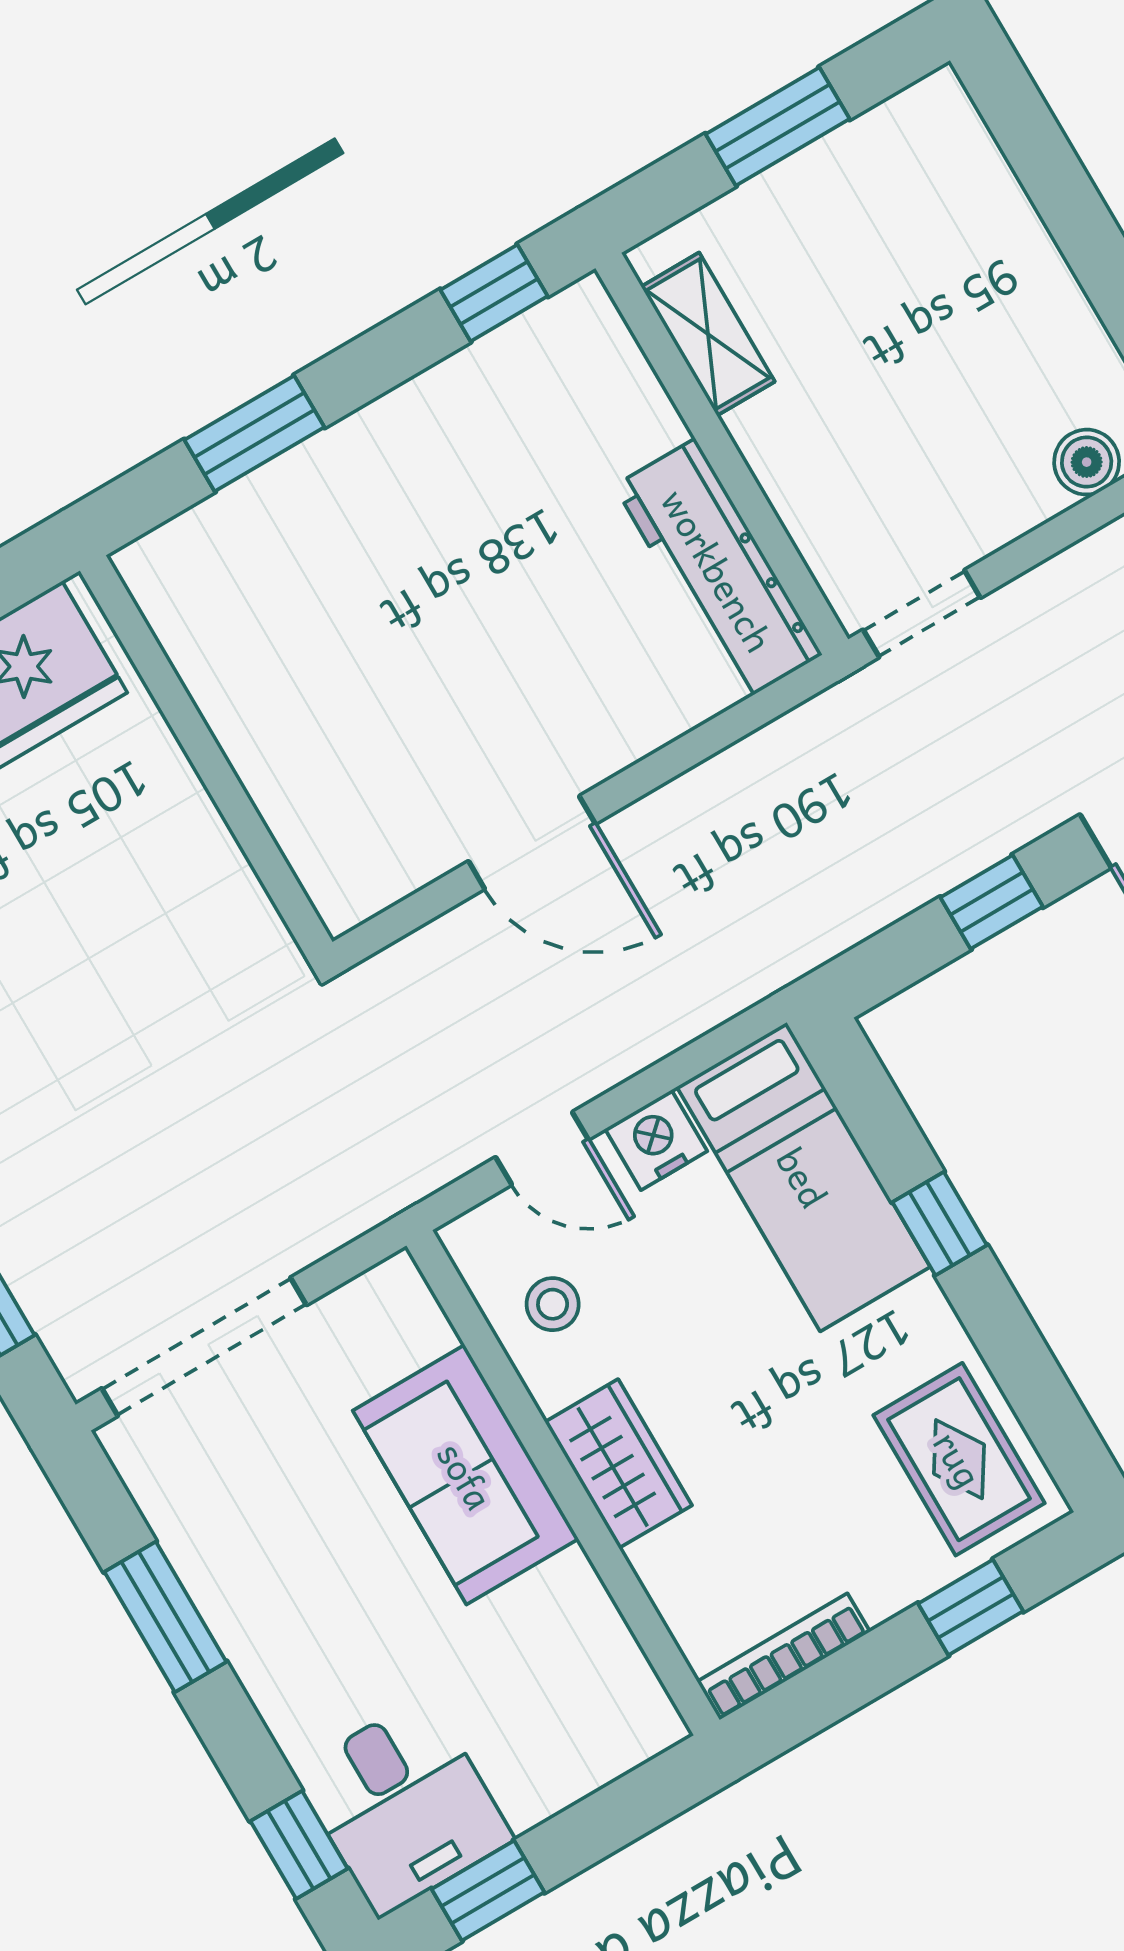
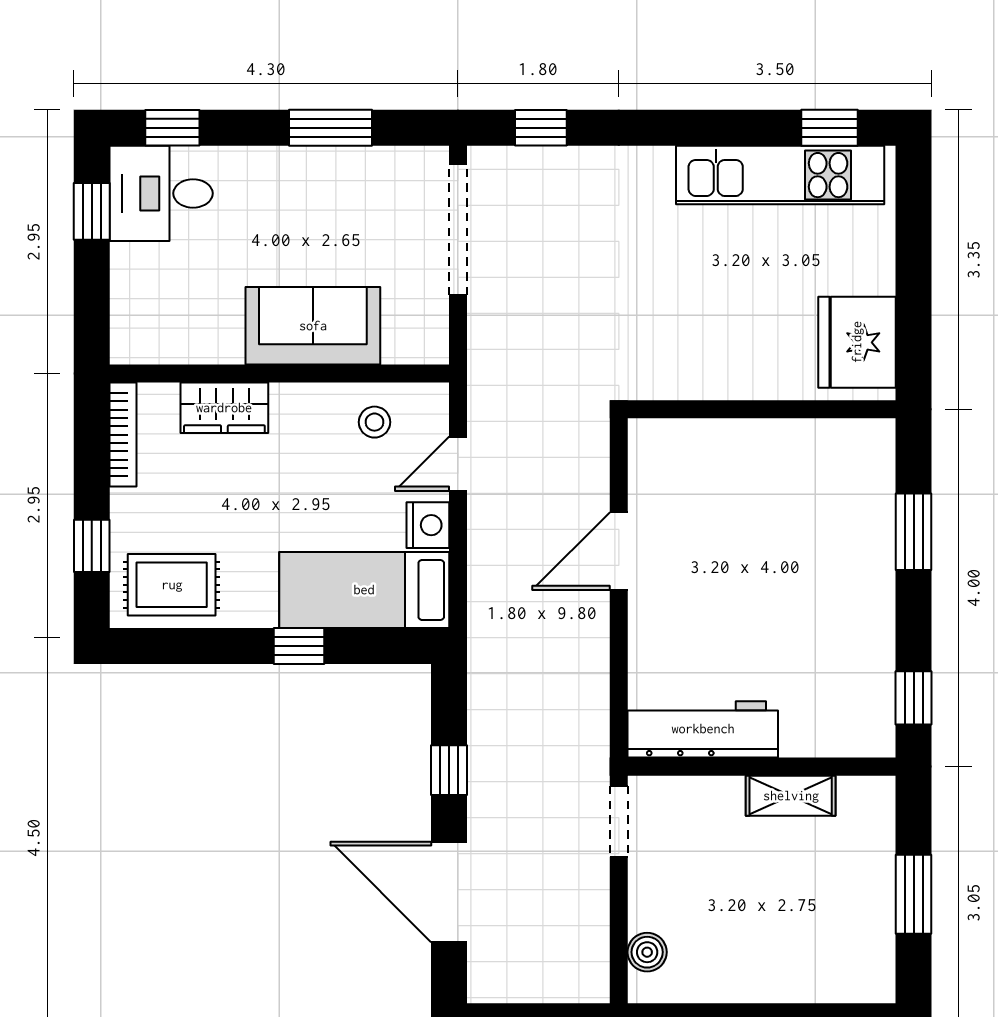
shelving: (708, 334) -> (791, 796), moved
wardrobe: (618, 1464) -> (224, 408), moved

